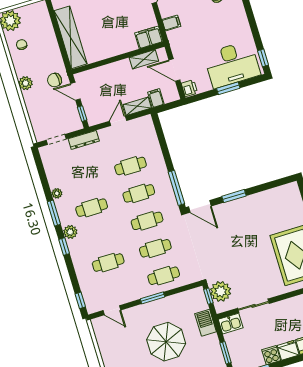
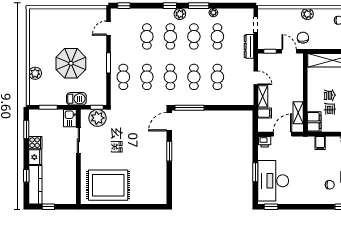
door: (75, 91) -> (289, 51), hinge flipped
cafe table: (83, 180) -> (217, 36), added
cafe table: (100, 235) -> (170, 36), added

